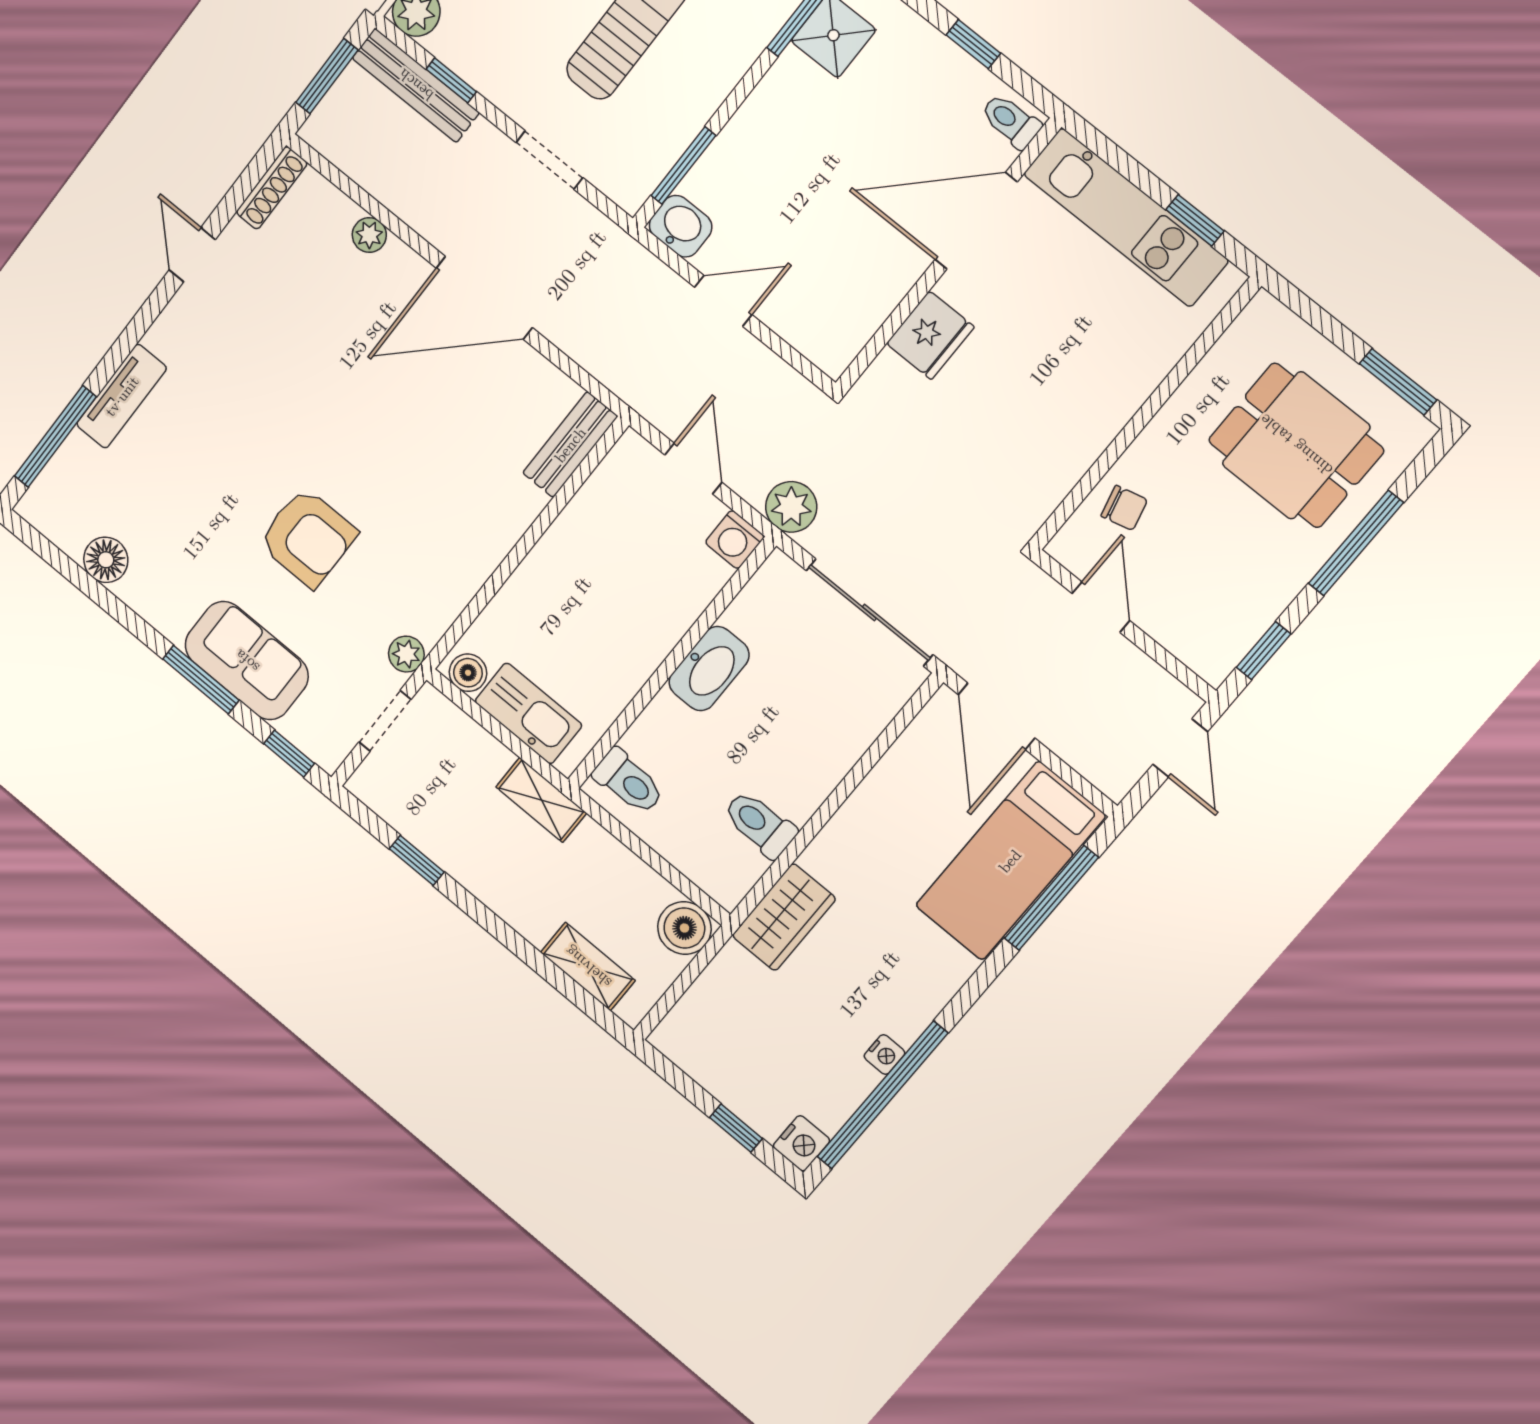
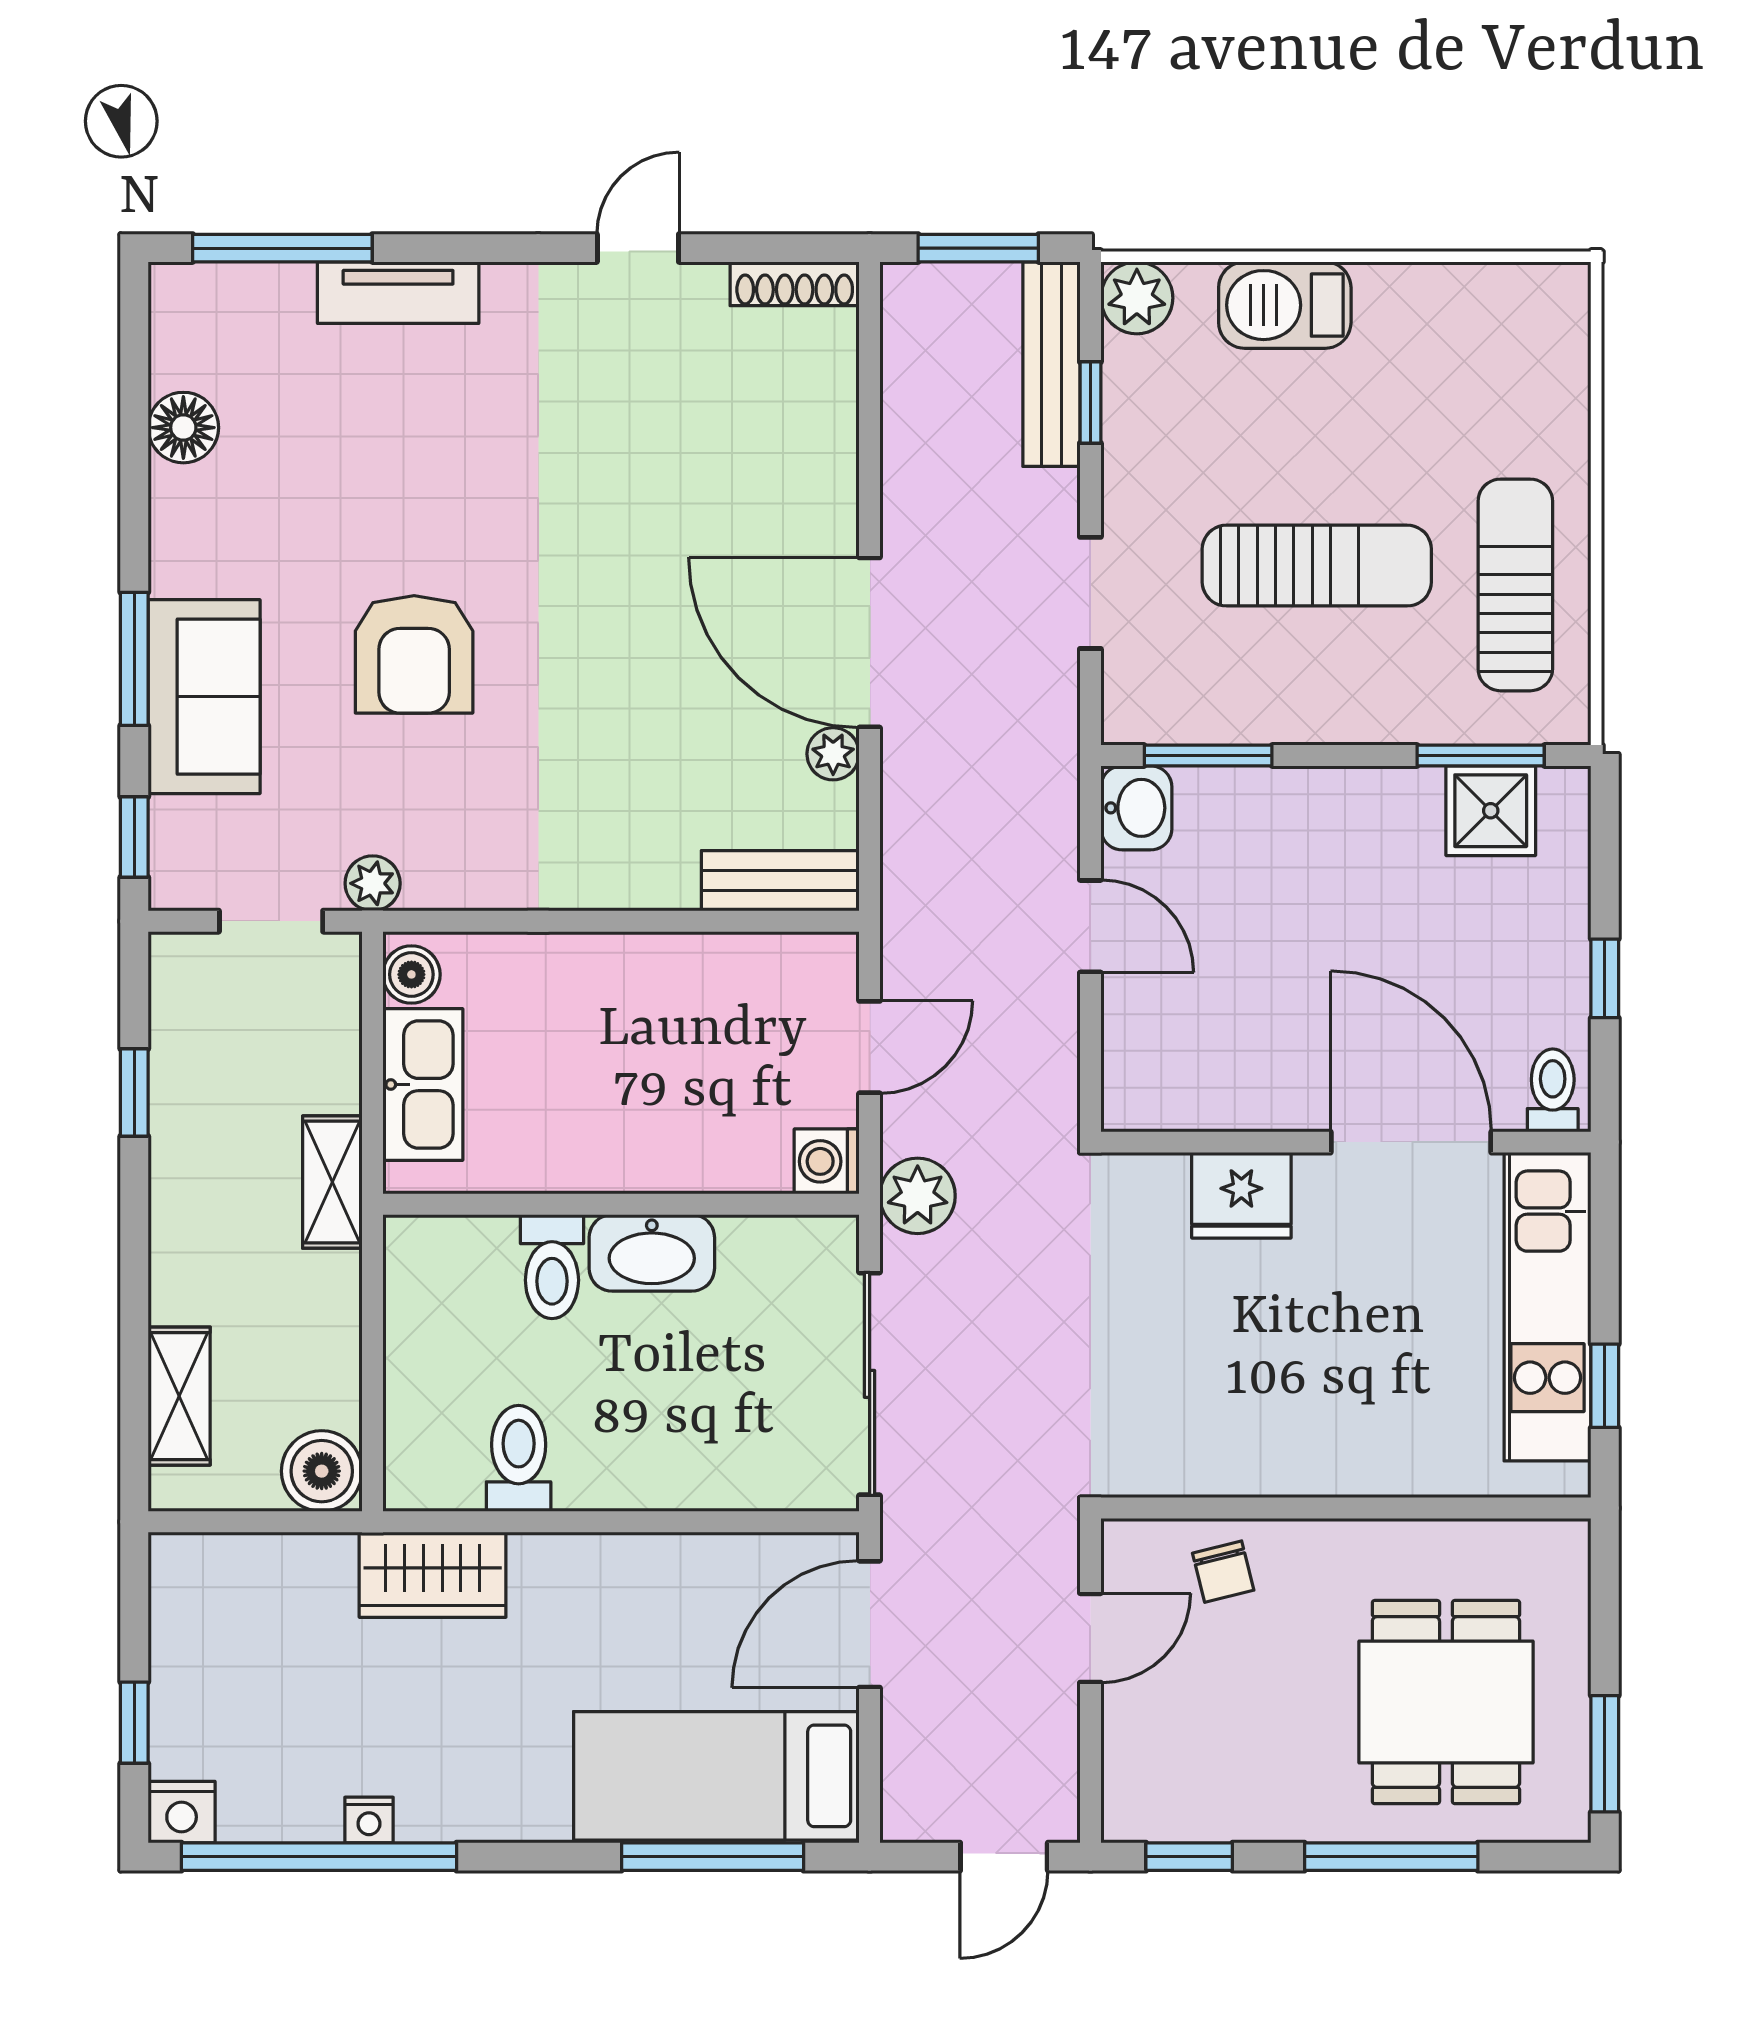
plant: (369, 235) -> (833, 754), moved
toilet: (629, 782) -> (552, 1267), moved

